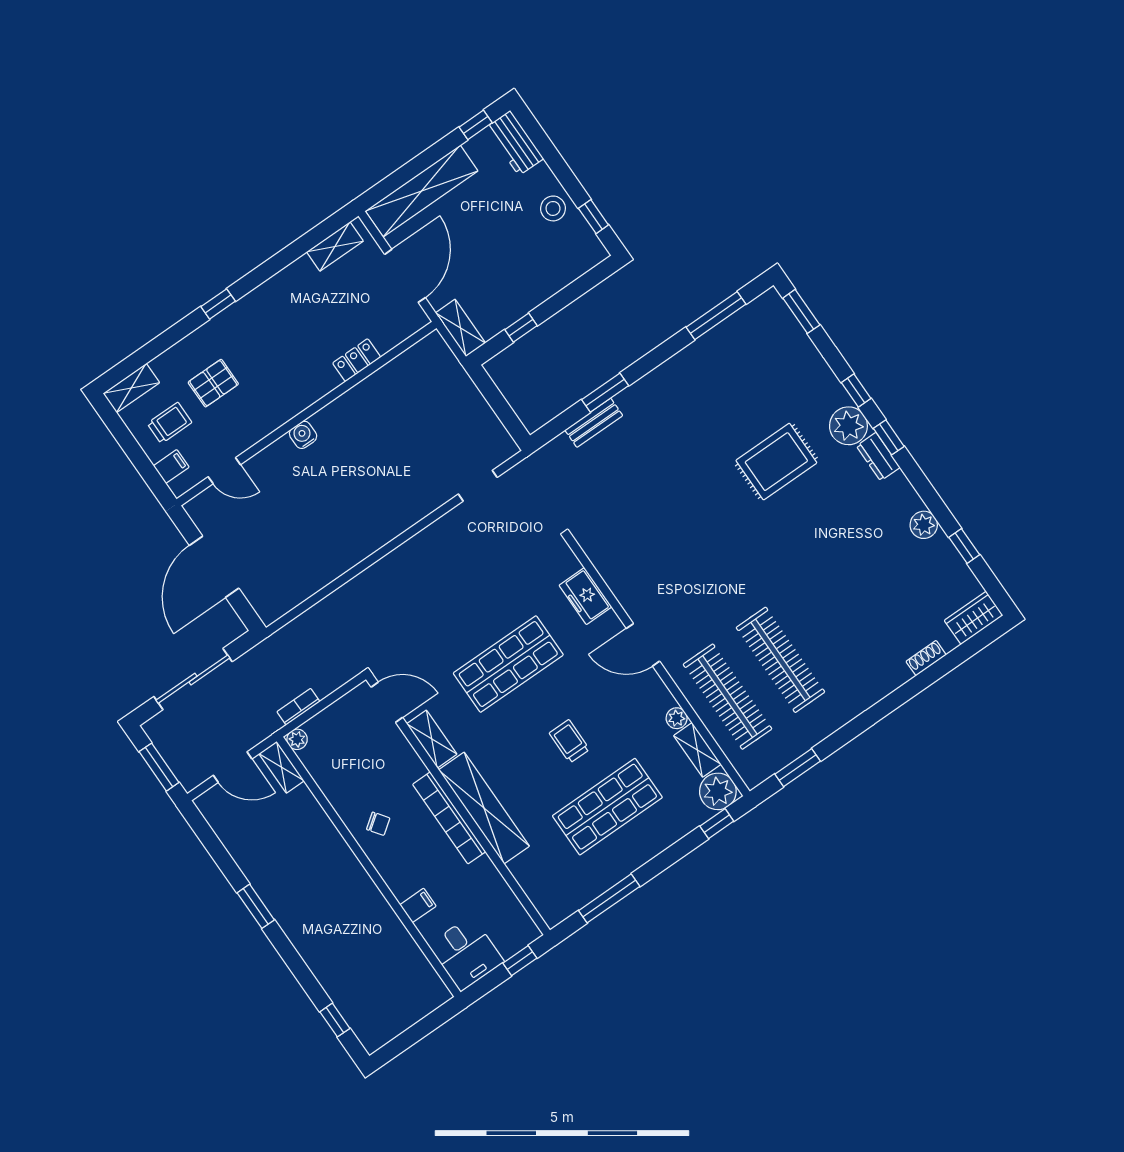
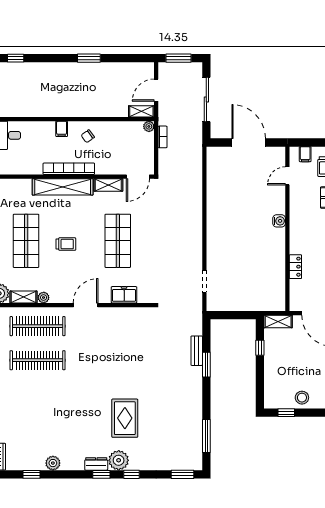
filing cabinet: (418, 905) -> (62, 129), moved

